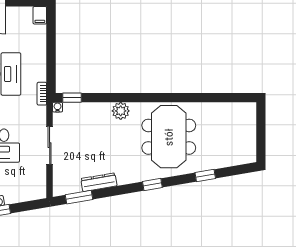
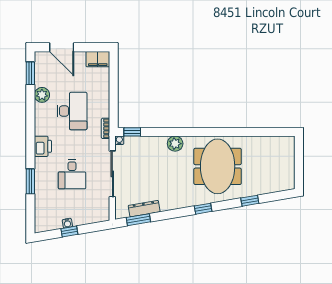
filing cabinet: (40, 15) -> (98, 59), width x2.00
sliding door: (50, 145) -> (112, 174), width x1.37
dresser: (99, 182) -> (144, 209), moved

